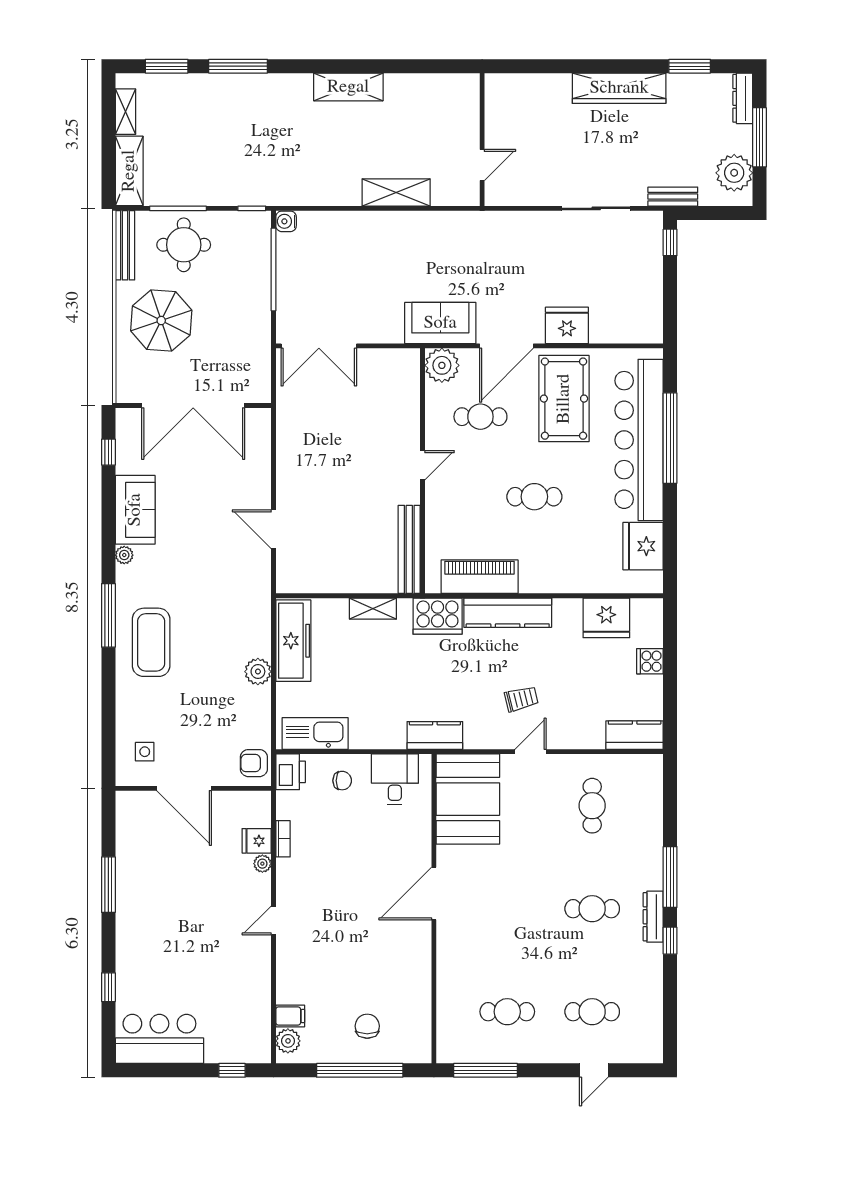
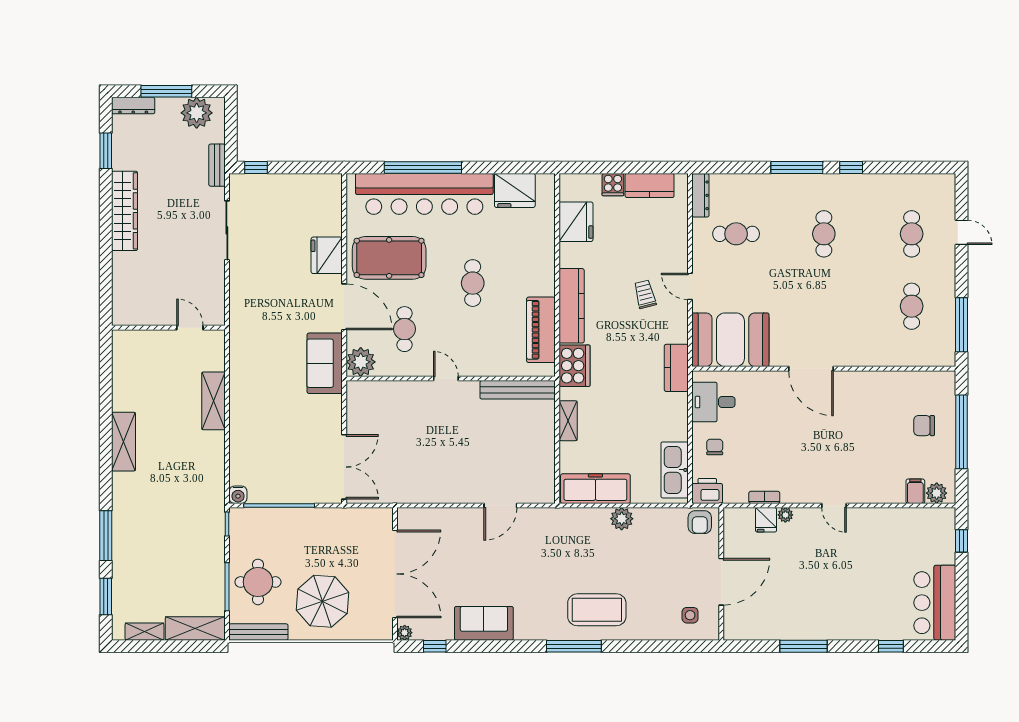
plant: (124, 555) -> (405, 633), moved
kitchen counter: (635, 735) -> (650, 186), moved, turned -90
dresser: (653, 917) -> (700, 195), moved, turned -90

